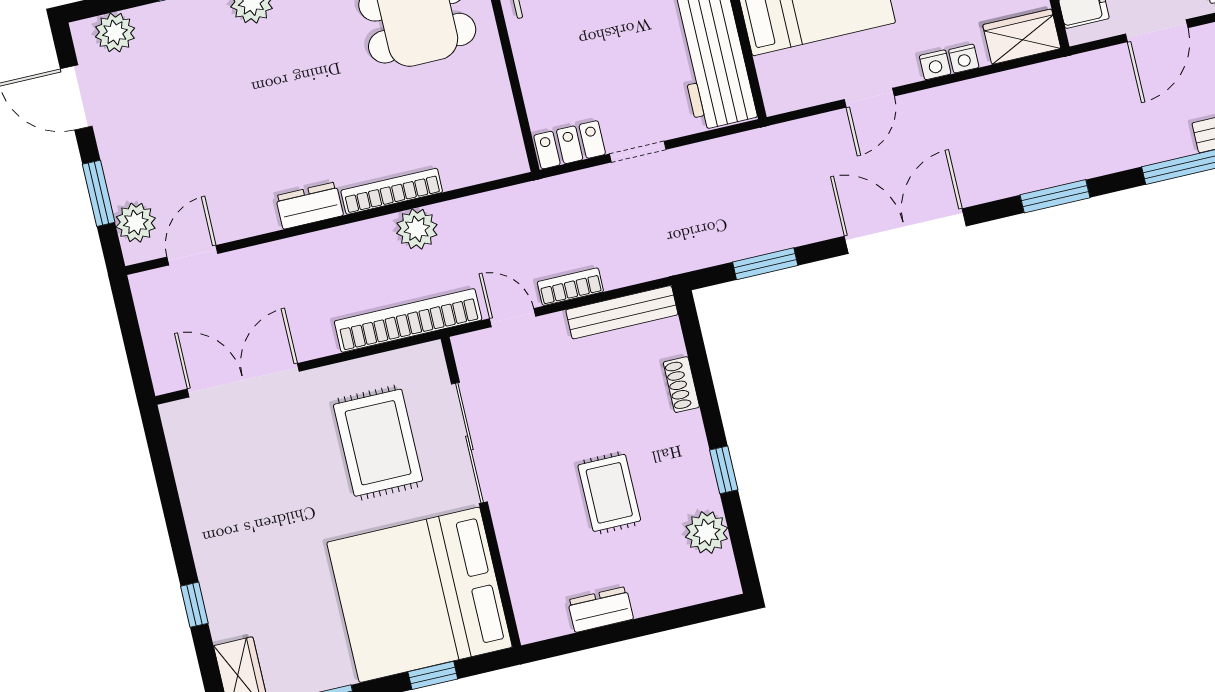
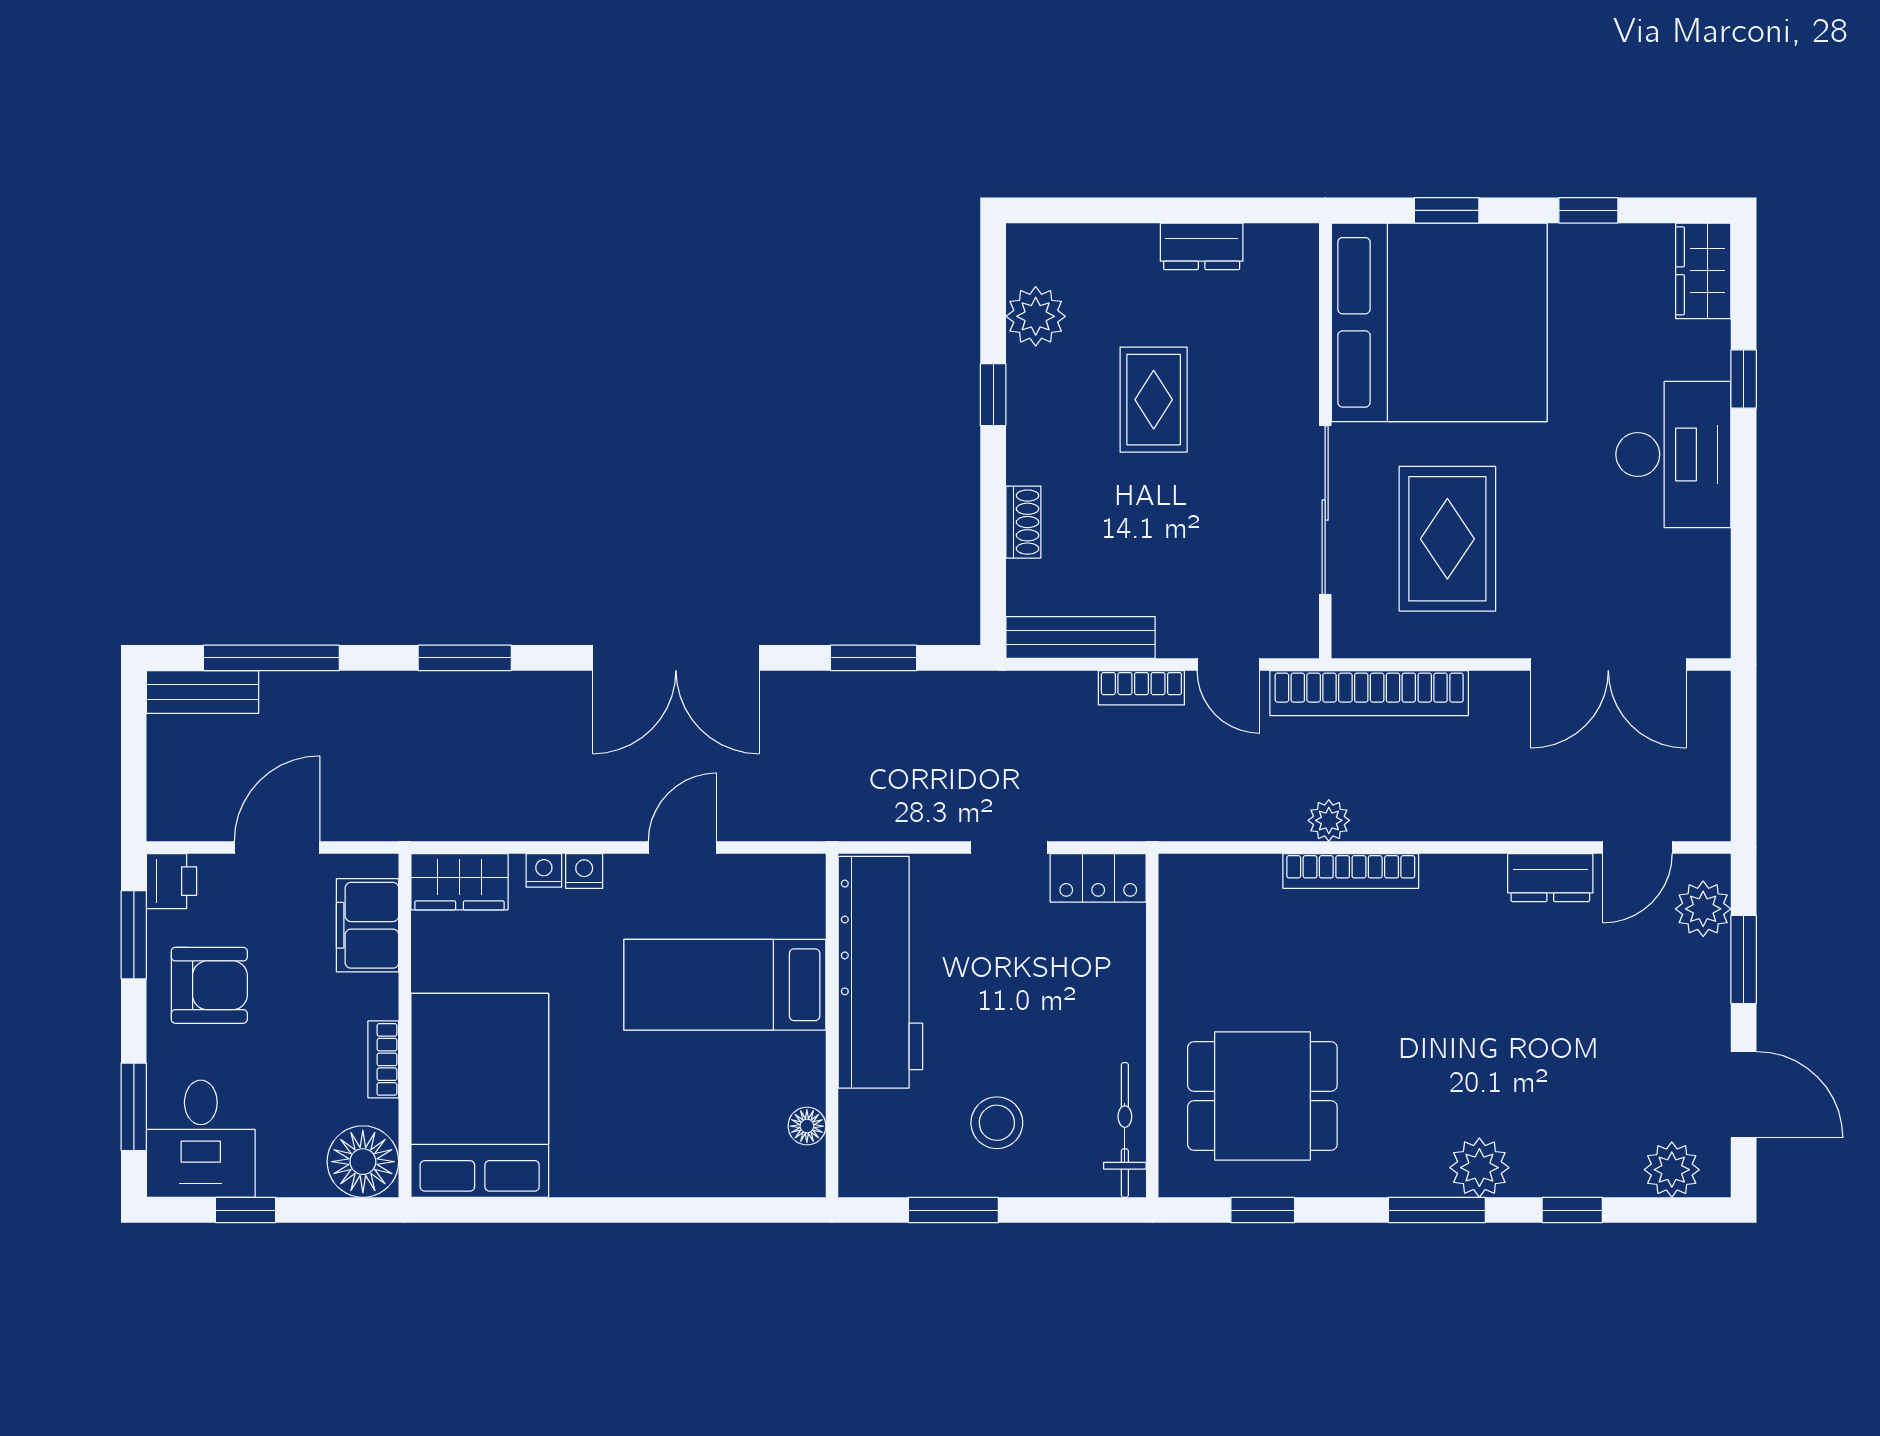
dresser: (309, 206) -> (1550, 878), moved
plant: (417, 229) -> (1329, 820), width x0.73, depth x0.73
desk: (232, 540) -> (1673, 454), added

